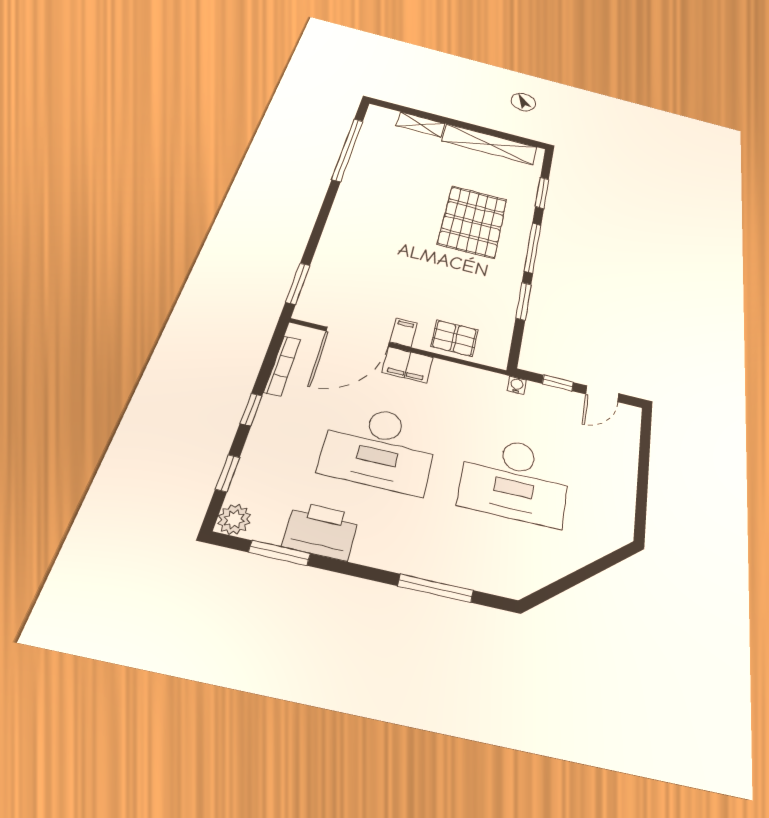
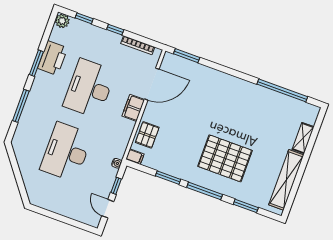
filing cabinet: (404, 333) -> (135, 157), moved
door: (358, 337) -> (152, 84), swing flipped
window: (279, 553) -> (36, 63), moved

